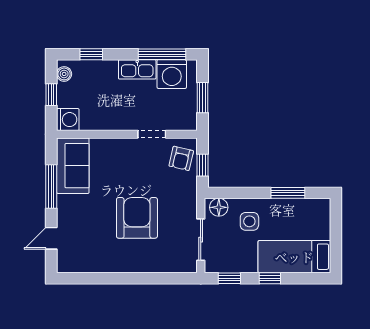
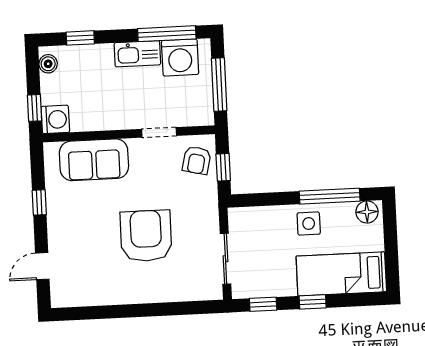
window: (51, 95) -> (35, 108), moved
window: (202, 98) -> (219, 85), width x1.44
sofa: (73, 166) -> (94, 160), moved, turned 90
window: (51, 186) -> (39, 202), width x0.46
window: (288, 193) -> (330, 196), width x1.44
floor lamp: (219, 207) -> (367, 212), moved
side table: (249, 221) -> (309, 223), moved

